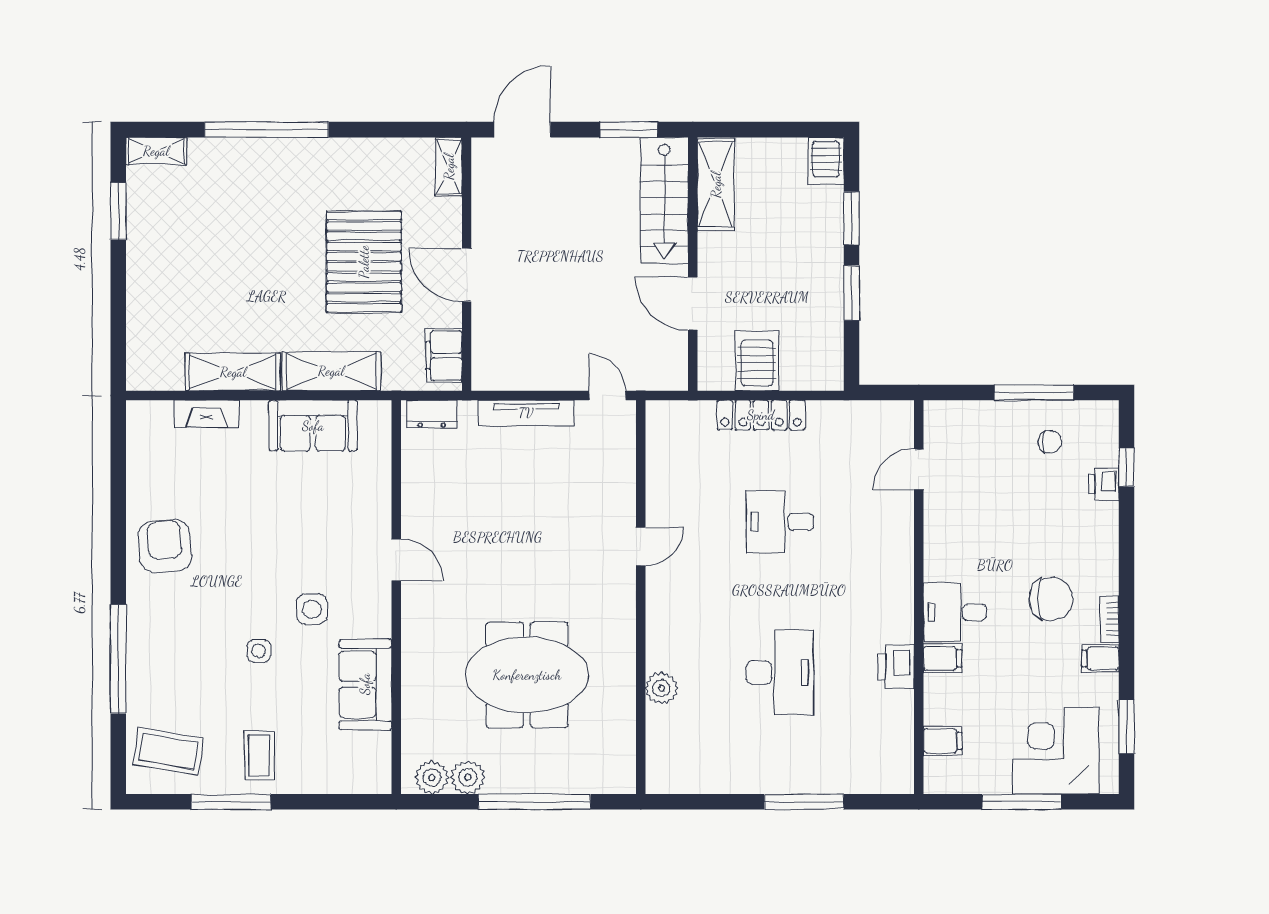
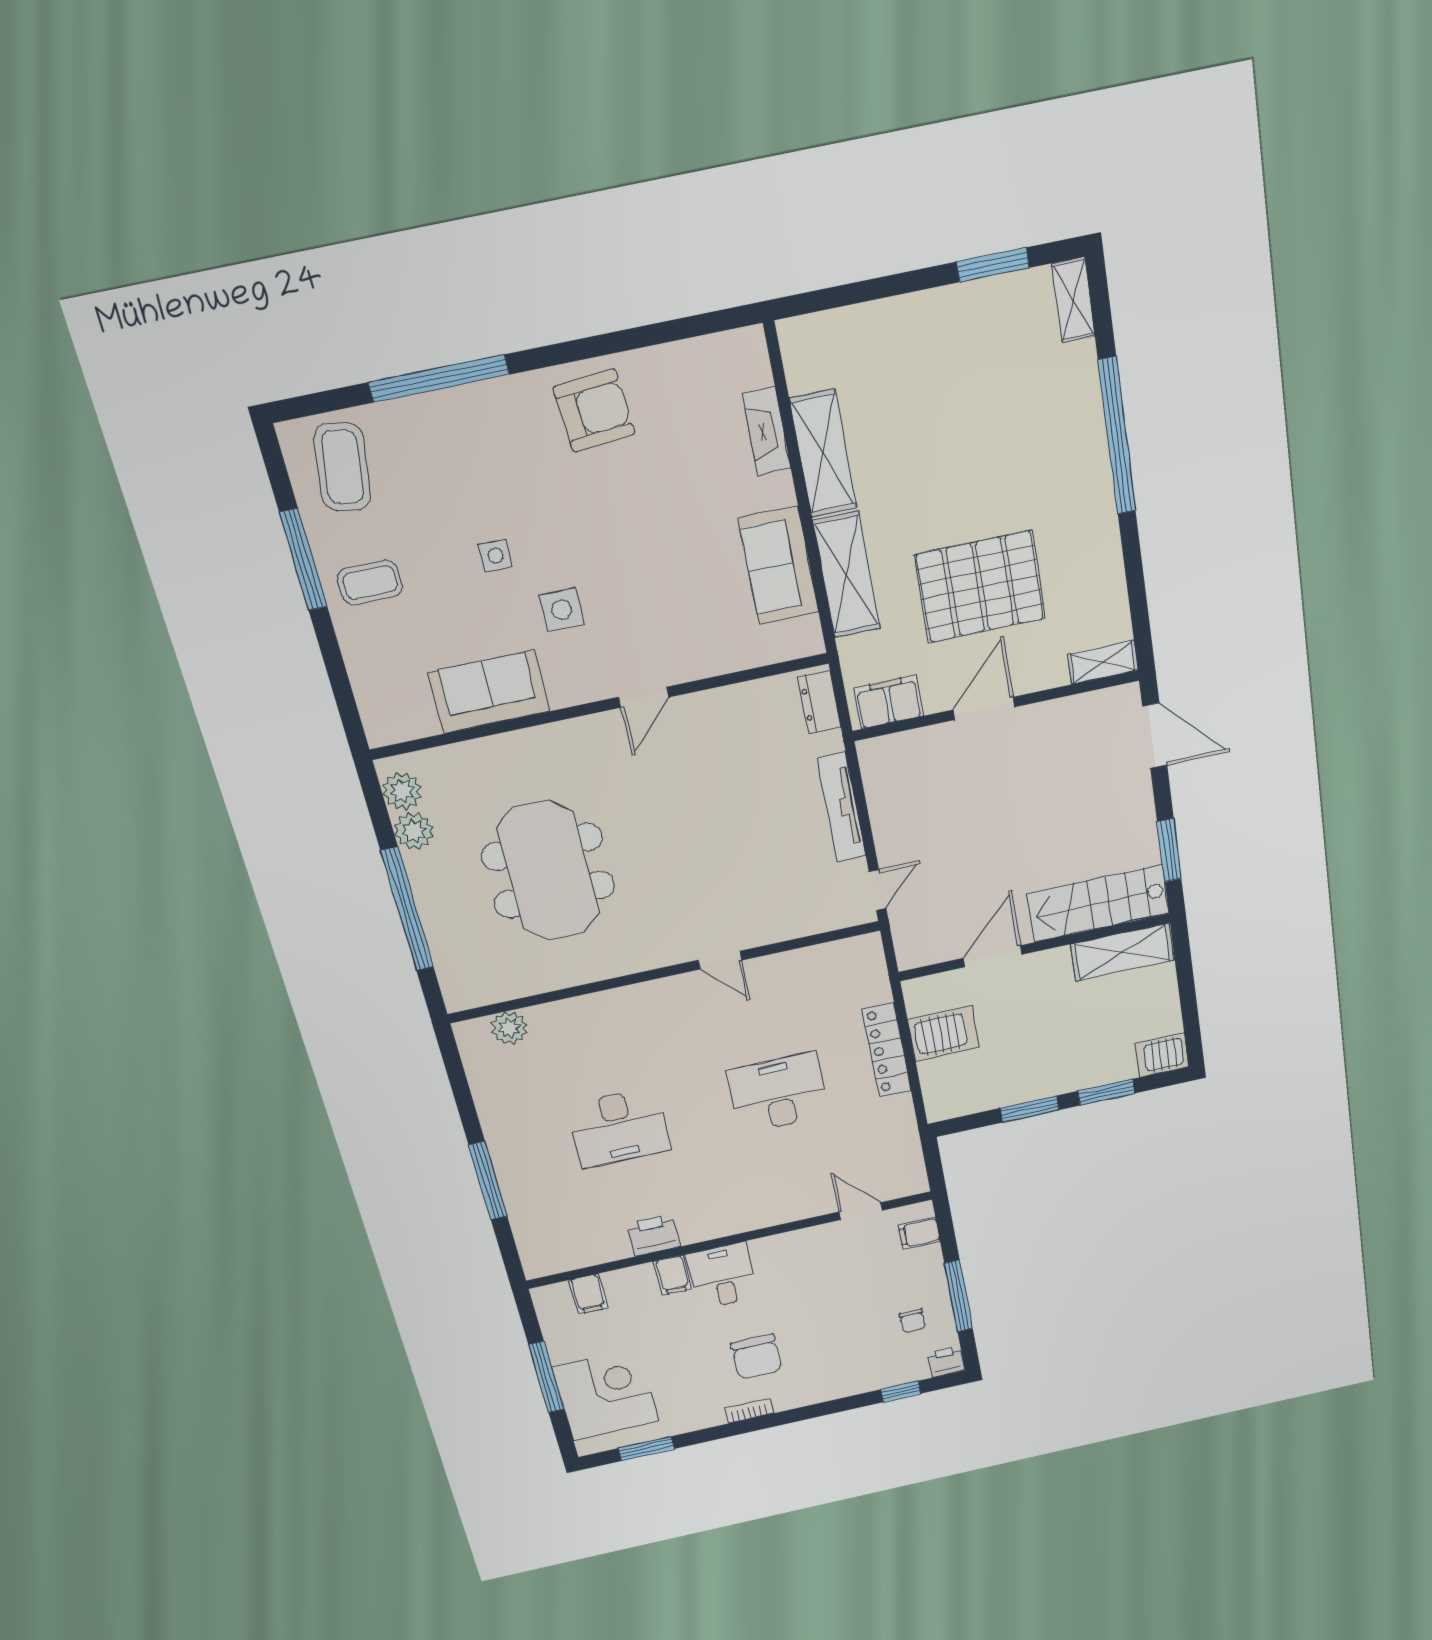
printer: (1104, 484) -> (946, 1362), moved
desk: (780, 522) -> (778, 1093), width x1.37
filing cabinet: (1100, 658) -> (919, 1233), moved, turned -90
plant: (661, 688) -> (509, 1028), moved

